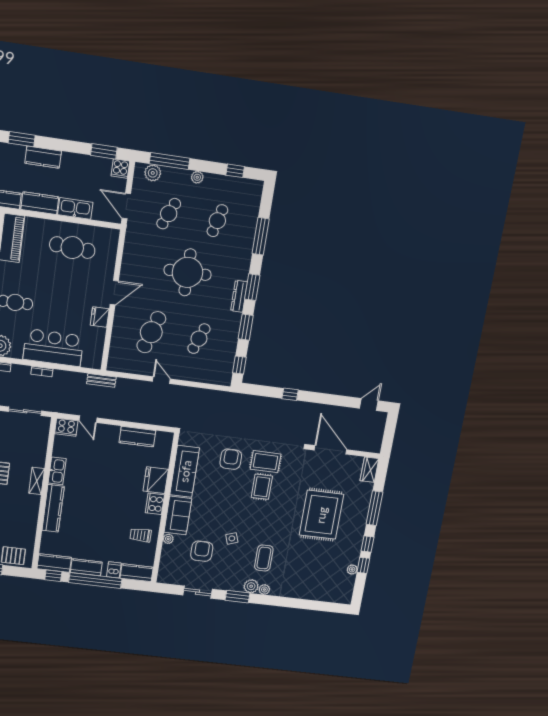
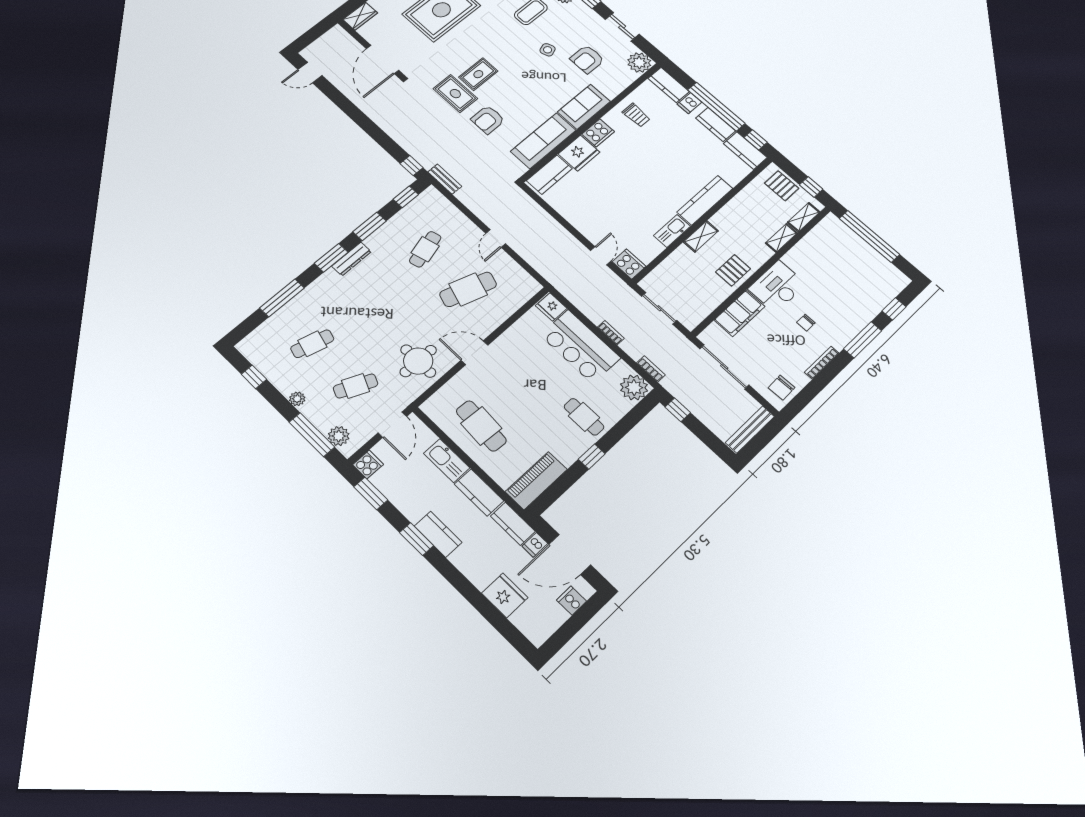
window: (22, 139) -> (416, 539), moved
round table: (188, 272) -> (418, 361), moved, width x0.73, depth x0.73
fridge: (100, 317) -> (551, 307), moved, turned 90
cafe table: (199, 339) -> (425, 249), turned -36
bench: (101, 380) -> (445, 179), moved
window: (290, 394) -> (411, 166), moved
kitchen counter: (137, 437) -> (549, 175), moved, turned 90
plant: (168, 539) -> (639, 63), moved, width x1.88, depth x1.88

